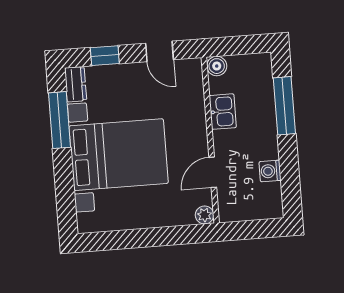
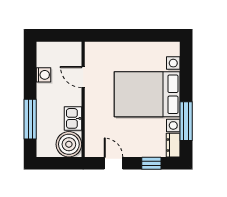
boiler: (217, 66) -> (69, 144), width x1.86, depth x1.86
door: (213, 172) -> (83, 77), swing flipped
plant: (205, 215) -> (91, 48), removed

